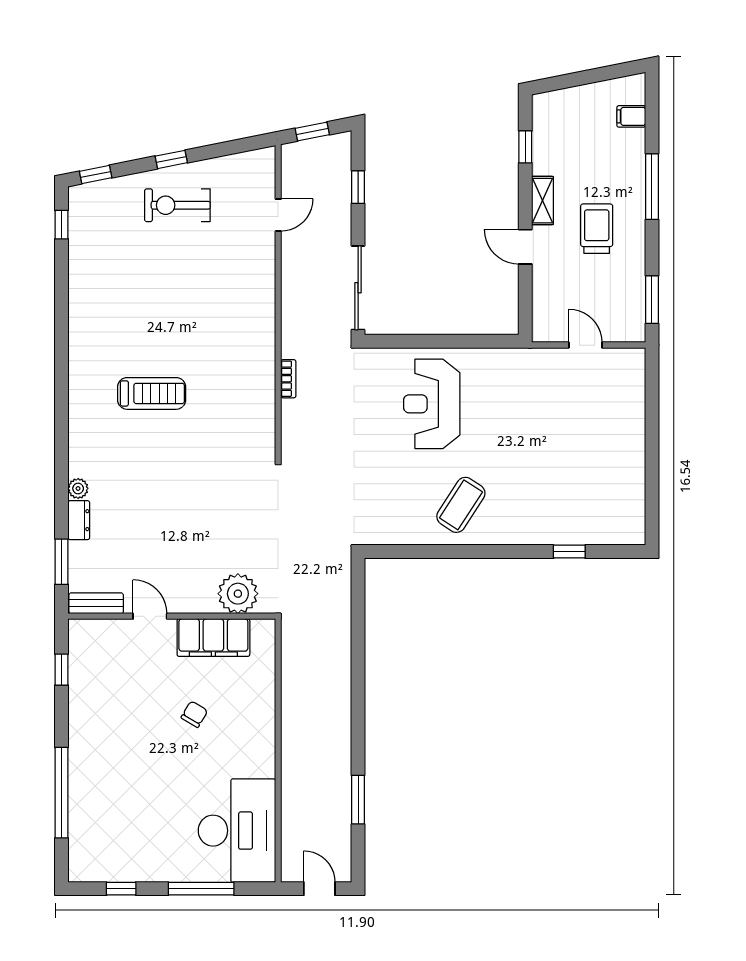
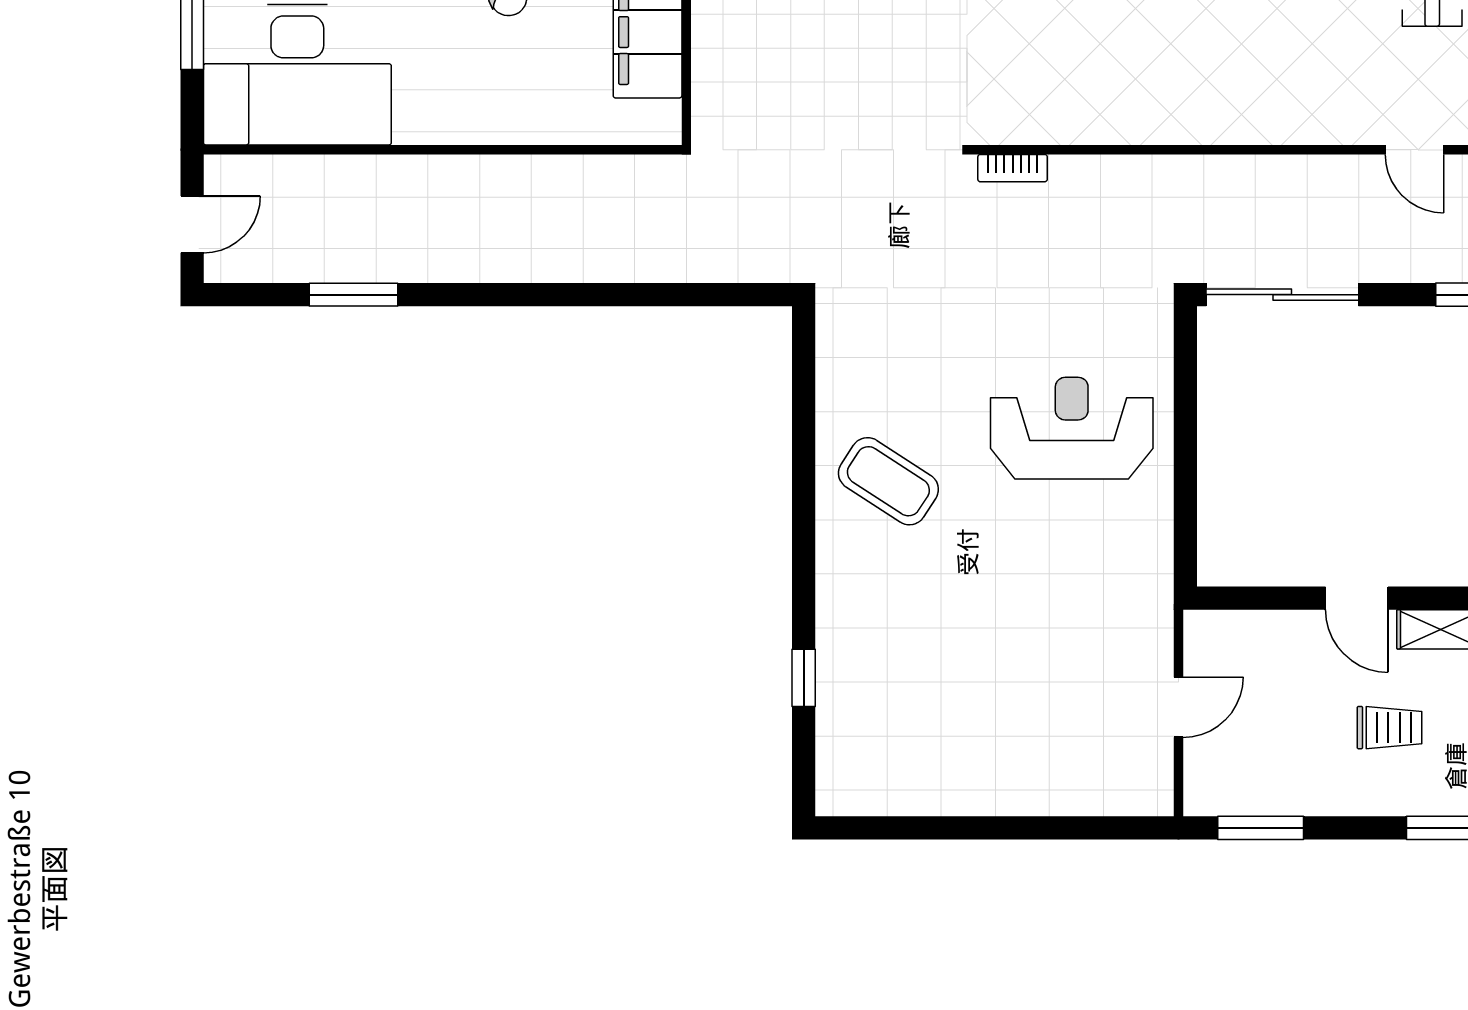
trolley: (597, 229) -> (1390, 728), width x0.73, depth x0.72
door: (525, 247) -> (1357, 598), swing flipped
bookcase: (288, 379) -> (1013, 168), moved
plant: (238, 594) -> (727, 77), removed

